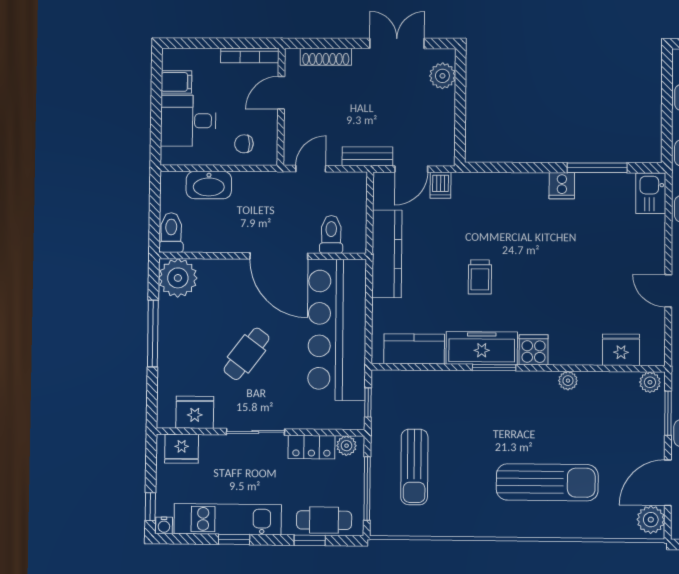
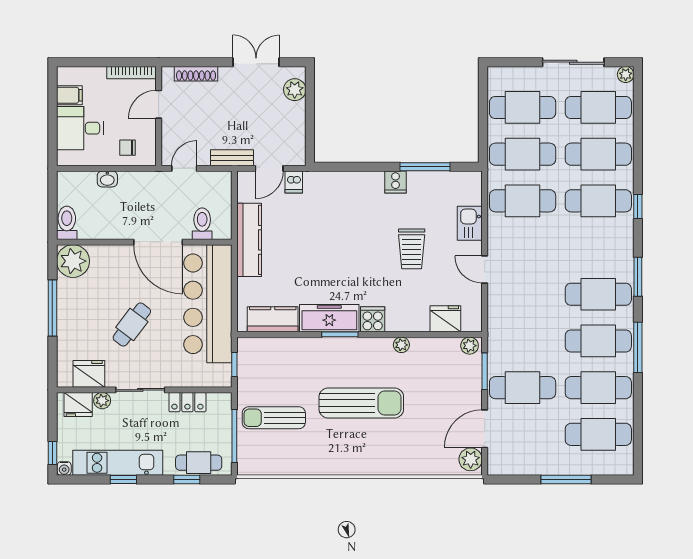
washbasin: (209, 185) -> (107, 179), width x0.52, depth x0.69
kitchen sink: (651, 193) -> (470, 223), moved
trolley: (480, 277) -> (412, 249), moved, width x1.36, depth x1.39
plant: (347, 446) -> (102, 401), moved
sun lounger: (414, 467) -> (274, 418), turned 90
sun lounger: (547, 482) -> (361, 403), moved

